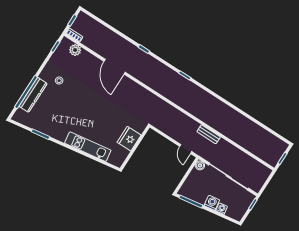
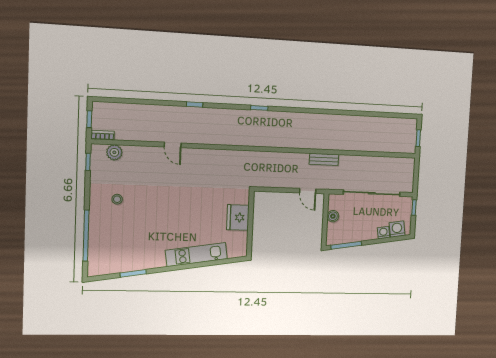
door: (115, 67) -> (173, 145), width x0.53
kitchen counter: (33, 95) -> (96, 234), removed
boiler: (200, 165) -> (333, 216), moved
washing machine: (212, 203) -> (397, 229), moved

